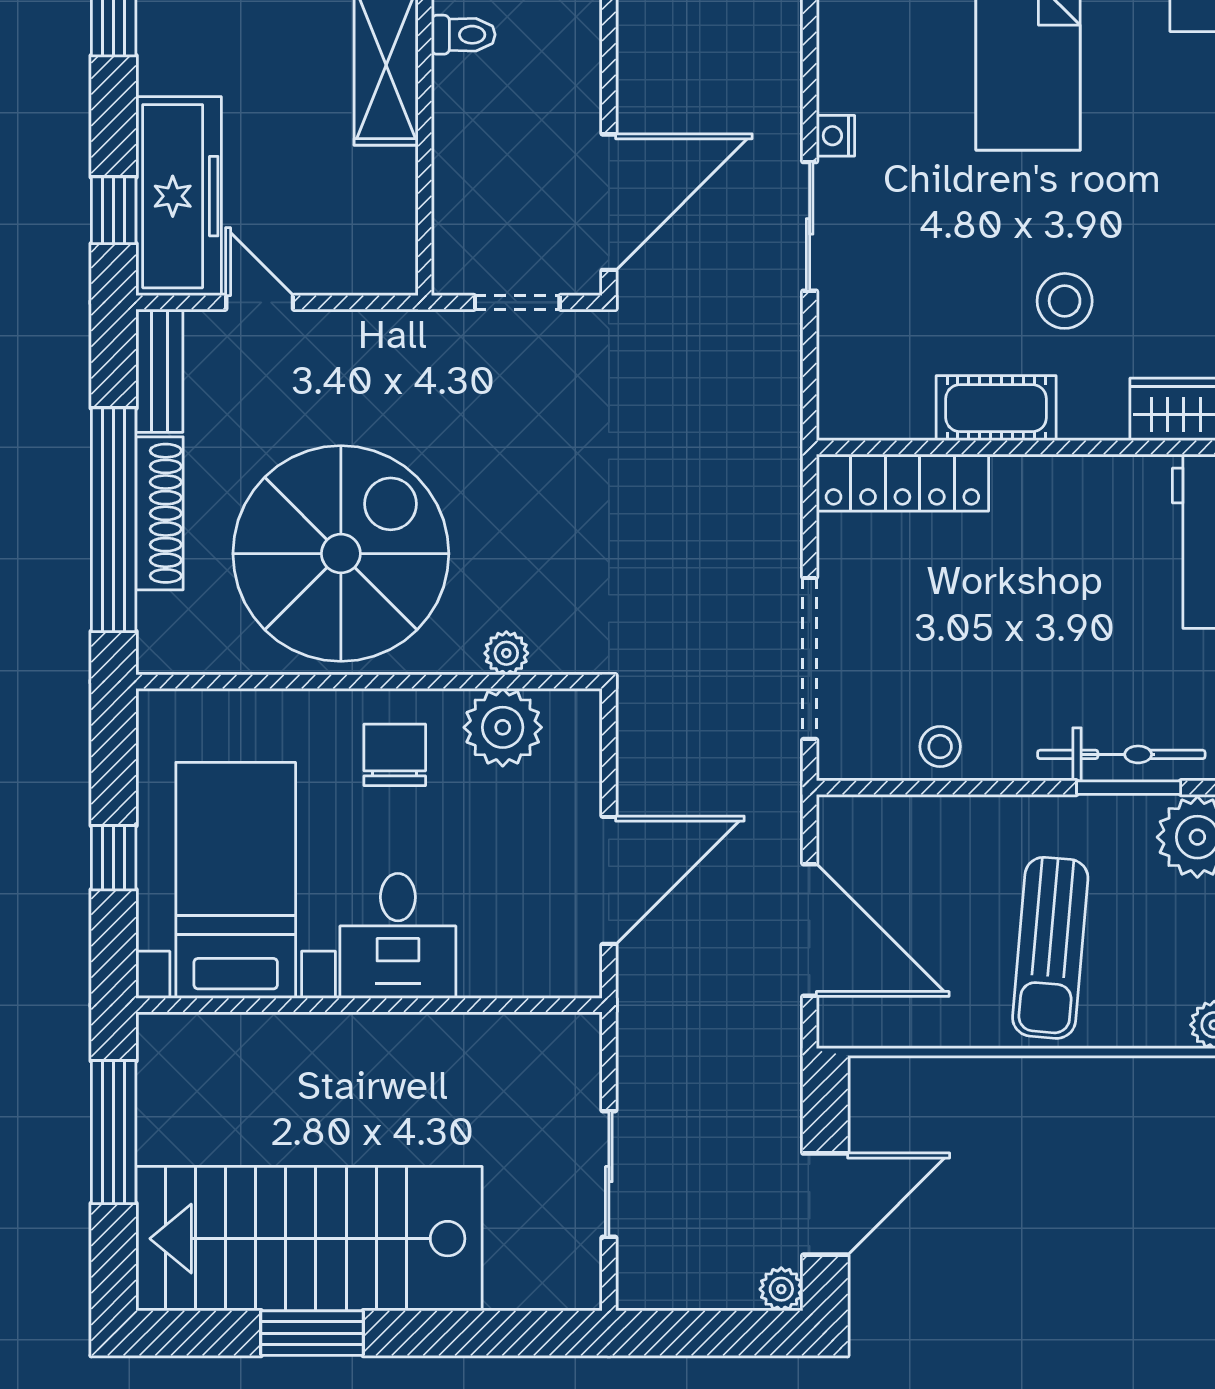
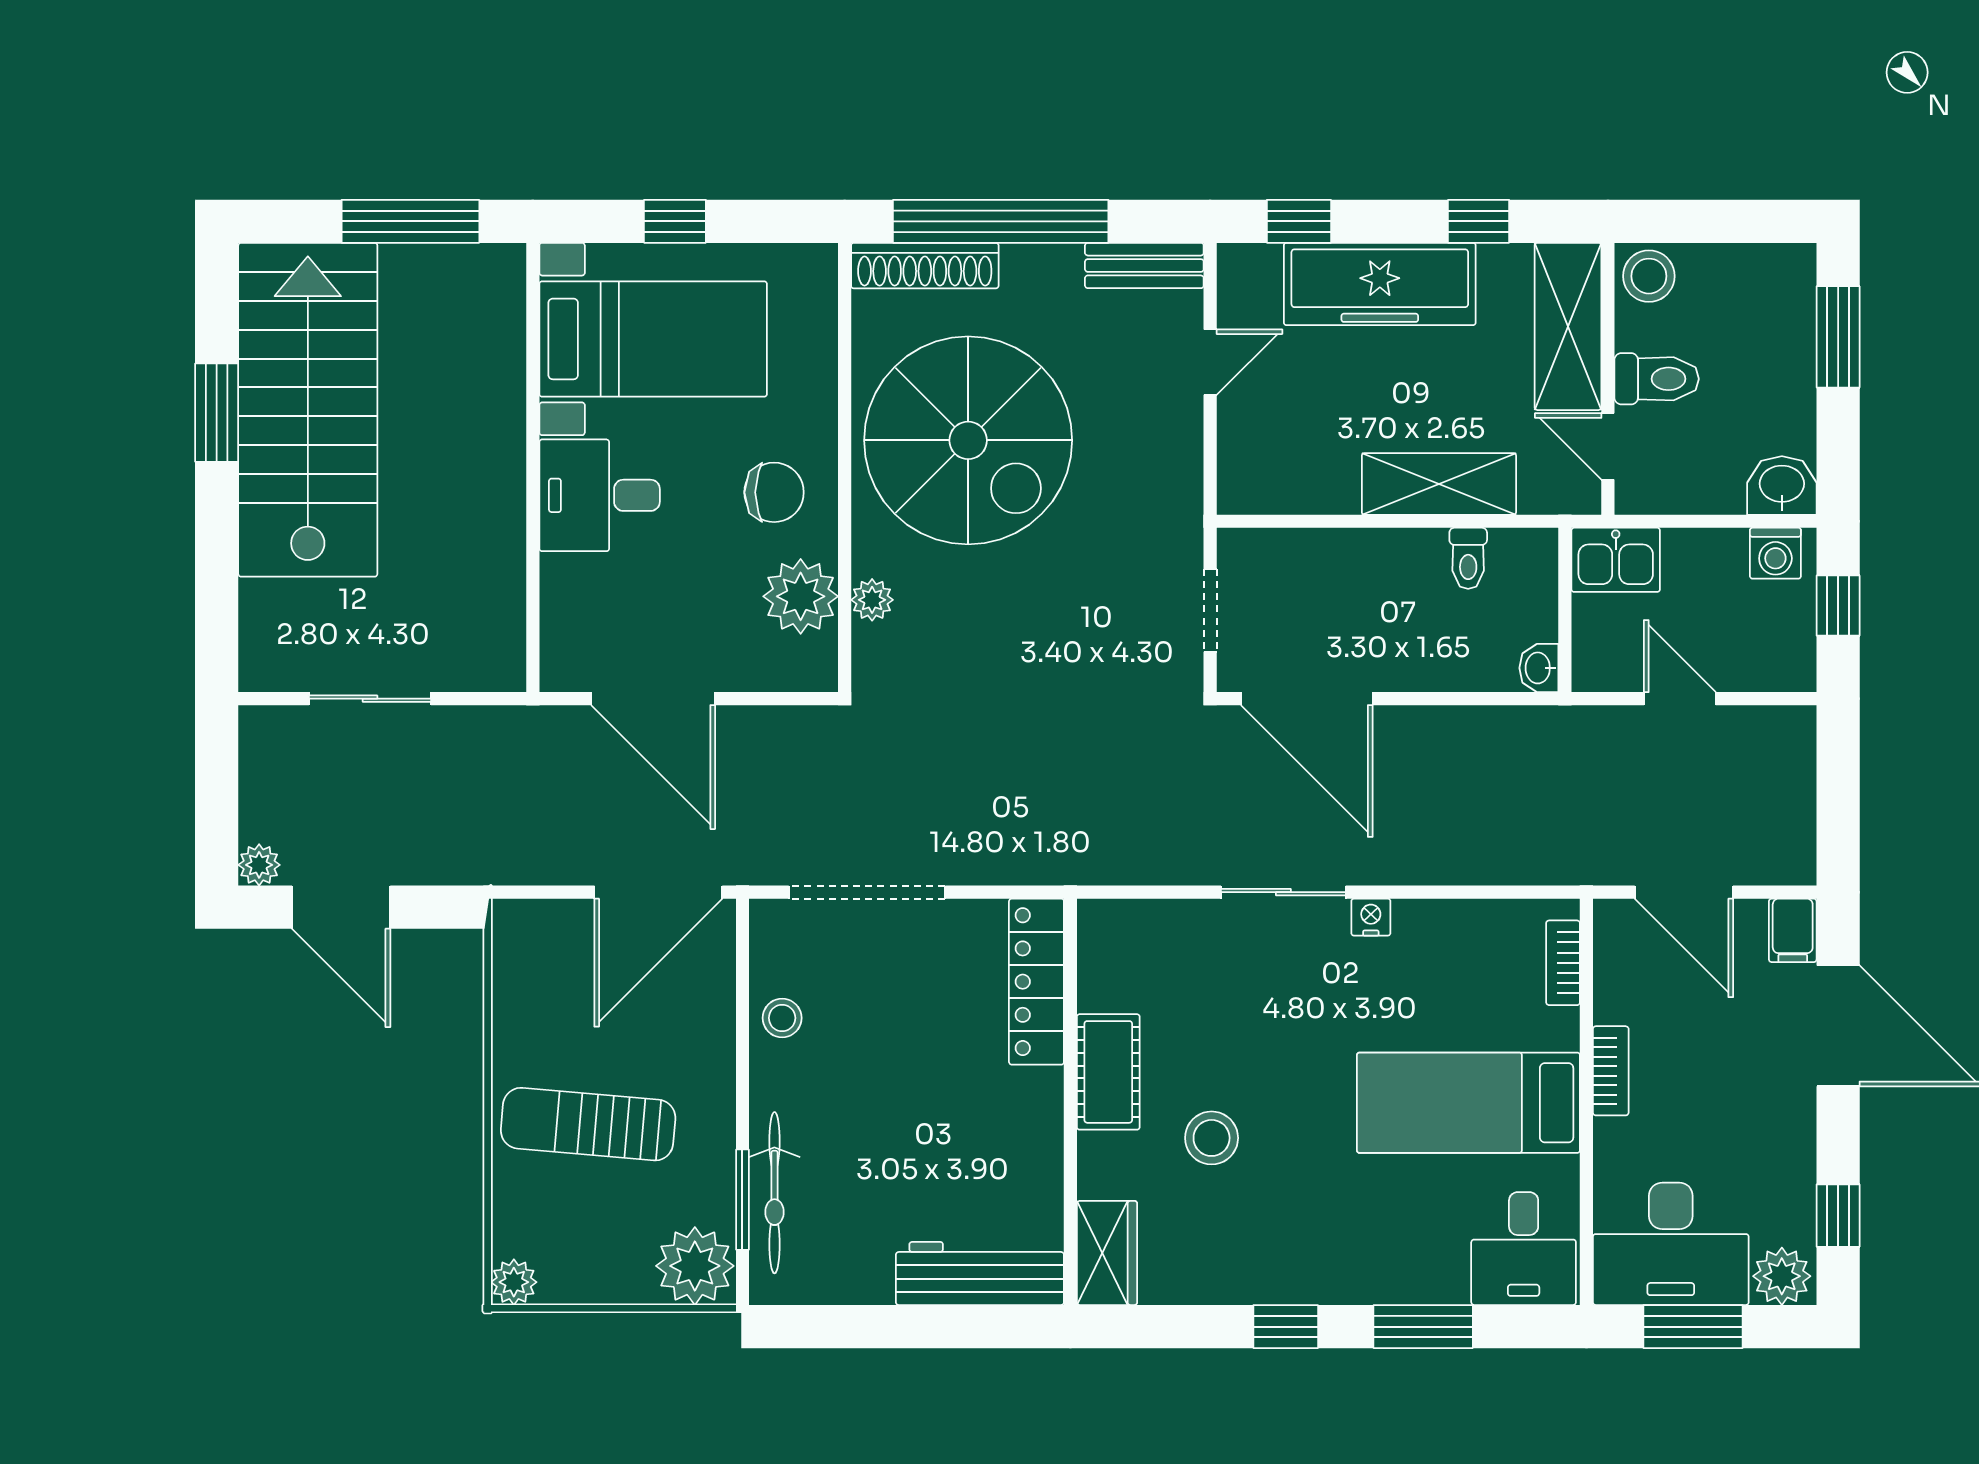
freezer: (179, 196) -> (1380, 284), moved
shoe rack: (160, 513) -> (925, 266), moved
door: (810, 930) -> (658, 892), moved

